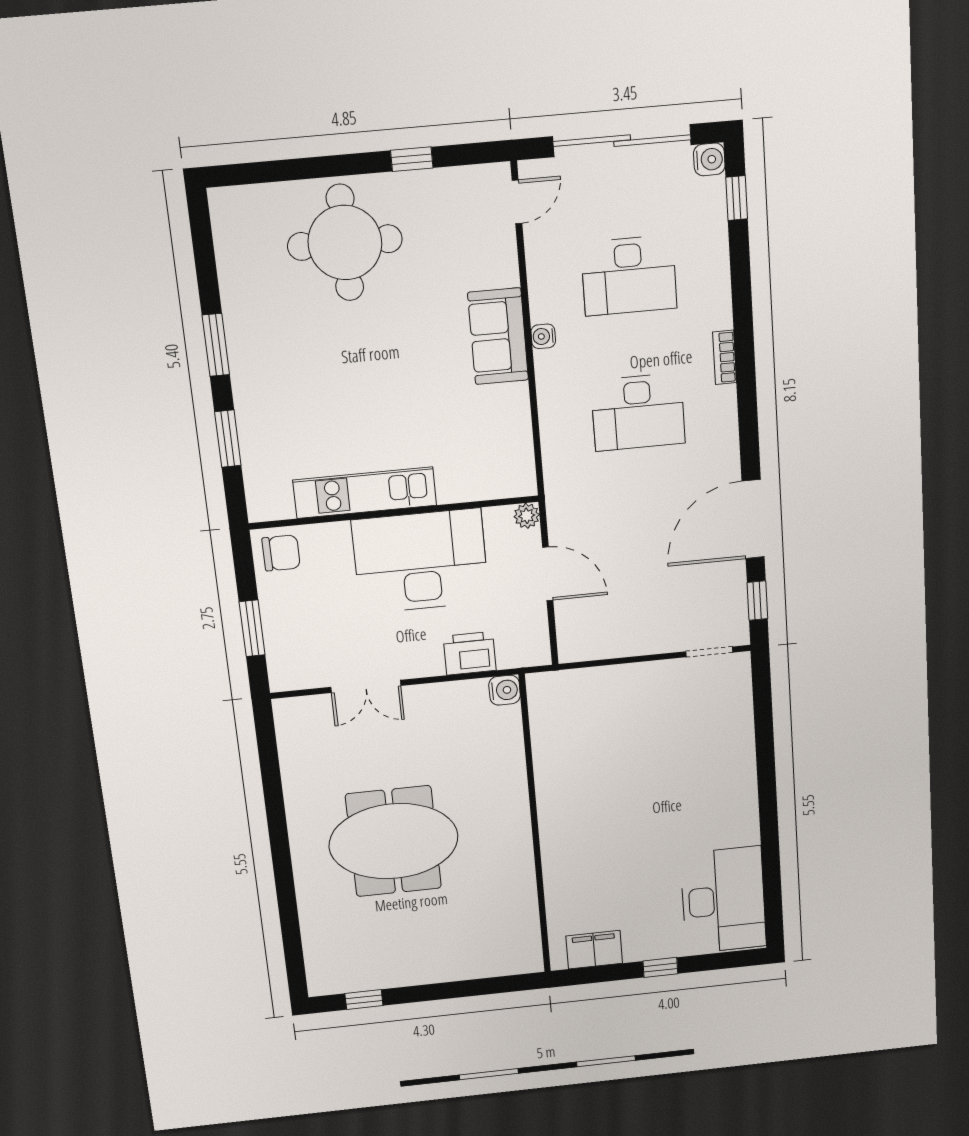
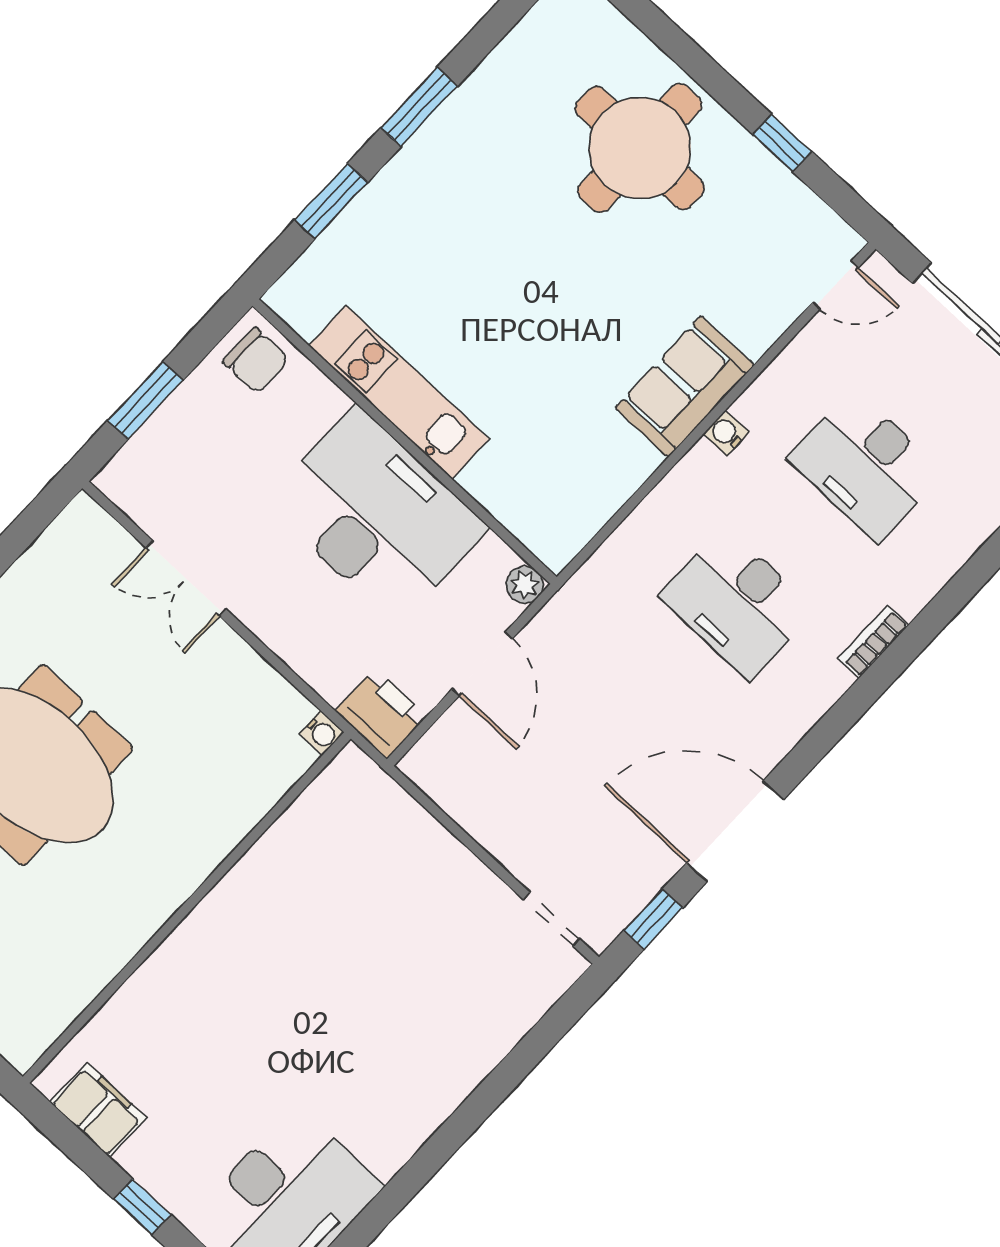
printer: (470, 653) -> (381, 714), moved
water cooler: (505, 690) -> (322, 733), width x0.72, depth x0.72

